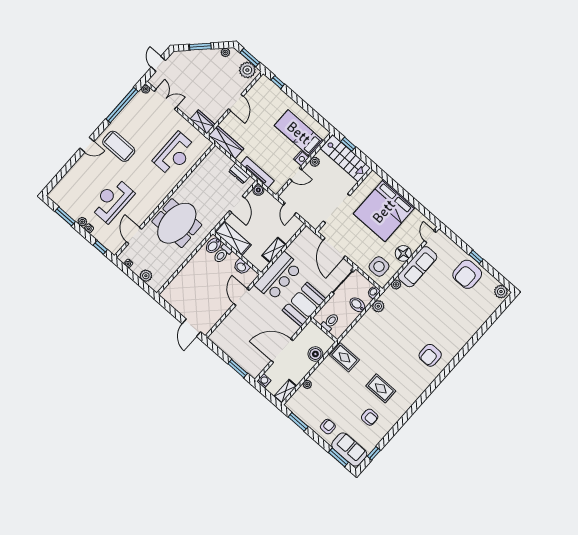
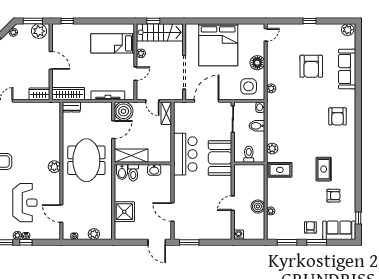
reception desk: (175, 154) -> (40, 133), removed
nightstand: (301, 158) -> (130, 59), removed
dresser: (239, 173) -> (71, 107), moved
boiler: (258, 190) -> (124, 111), width x1.86, depth x1.86
plant: (162, 192) -> (54, 167), added
reception desk: (112, 200) -> (25, 203), turned 180
door: (237, 204) -> (113, 130), hinge flipped
meeting table: (177, 223) -> (86, 160), moved
door: (430, 237) -> (266, 35), swing flipped
window: (100, 247) -> (26, 242), moved
door: (334, 248) -> (207, 101), swing flipped
shelving: (274, 250) -> (166, 113), moved
sofa: (418, 267) -> (347, 69), moved, turned 180
armchair: (467, 274) -> (311, 66), moved
shower: (187, 279) -> (124, 212), added
door: (241, 297) -> (172, 212), moved
plant: (378, 306) -> (272, 149), moved
door: (282, 351) -> (233, 203), width x0.53
boiler: (315, 354) -> (258, 206), moved
window: (238, 369) -> (189, 242), moved
rug: (381, 388) -> (324, 169), turned 90
shelving: (285, 391) -> (260, 229), removed
window: (338, 457) -> (317, 242), moved

